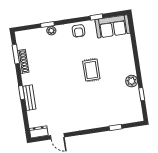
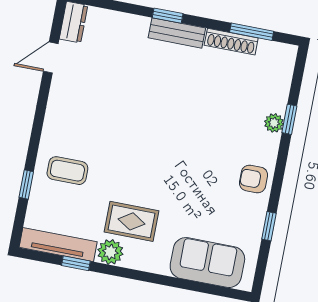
sofa: (113, 26) -> (207, 263), moved, turned 90
rug: (91, 70) -> (131, 221), moved
bench: (29, 98) -> (177, 33), moved
tv unit: (136, 105) -> (58, 245), added
coffee table: (103, 112) -> (67, 171), added

